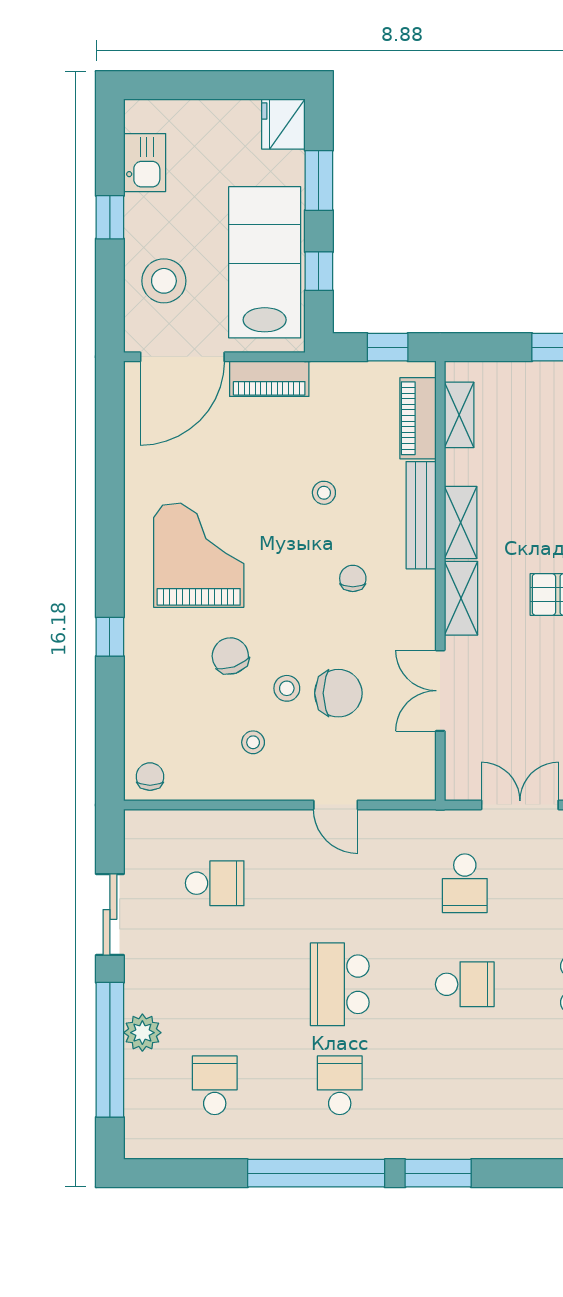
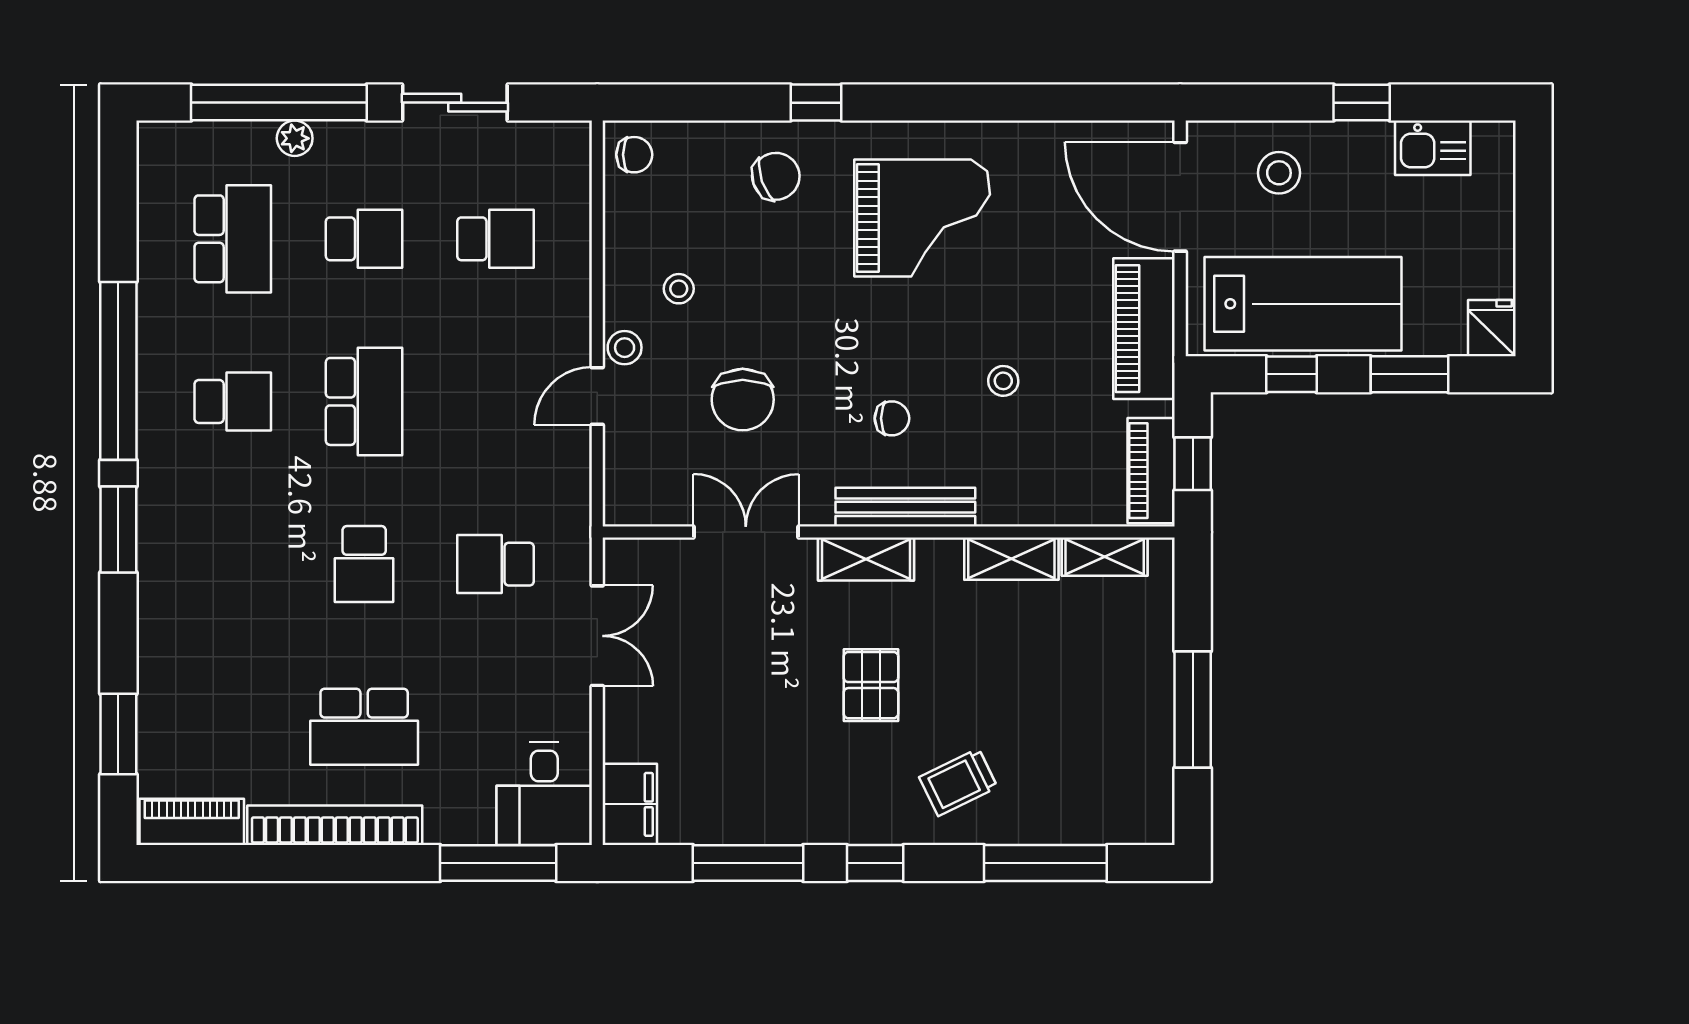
fridge: (283, 124) -> (1492, 328), width x0.72
stool: (164, 281) -> (1279, 173), width x0.73, depth x0.73
piano: (269, 379) -> (1144, 329), width x1.37, depth x1.33
piano: (418, 418) -> (1151, 471), moved, turned -90
bench: (421, 515) -> (905, 507), moved
shelving: (461, 523) -> (1011, 559), moved
chair: (230, 656) -> (776, 176), moved
stool: (287, 688) -> (625, 348), moved
school desk: (215, 883) -> (495, 239), turned -90
school desk: (215, 984) -> (364, 239), added
school desk: (340, 984) -> (364, 401), turned 90
plant: (142, 1033) -> (295, 138), width x0.73, depth x0.73
school desk: (215, 1085) -> (233, 239), width x1.85

